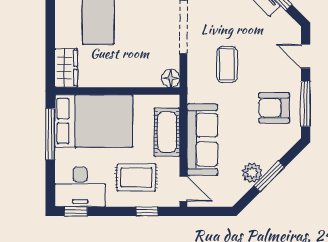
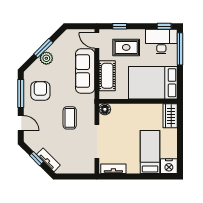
armchair: (274, 108) -> (40, 91), turned -90
window: (50, 134) -> (180, 49), moved
plant: (252, 173) -> (46, 58), moved

